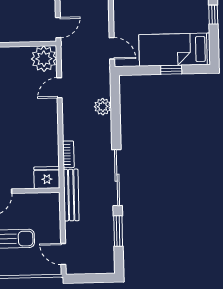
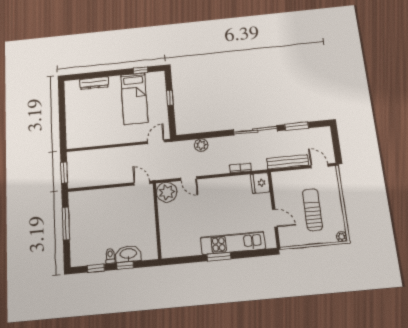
window: (213, 15) -> (141, 70), moved
bed: (175, 50) -> (134, 99), moved
bench: (71, 195) -> (288, 162), moved
door: (63, 254) -> (319, 166), swing flipped

